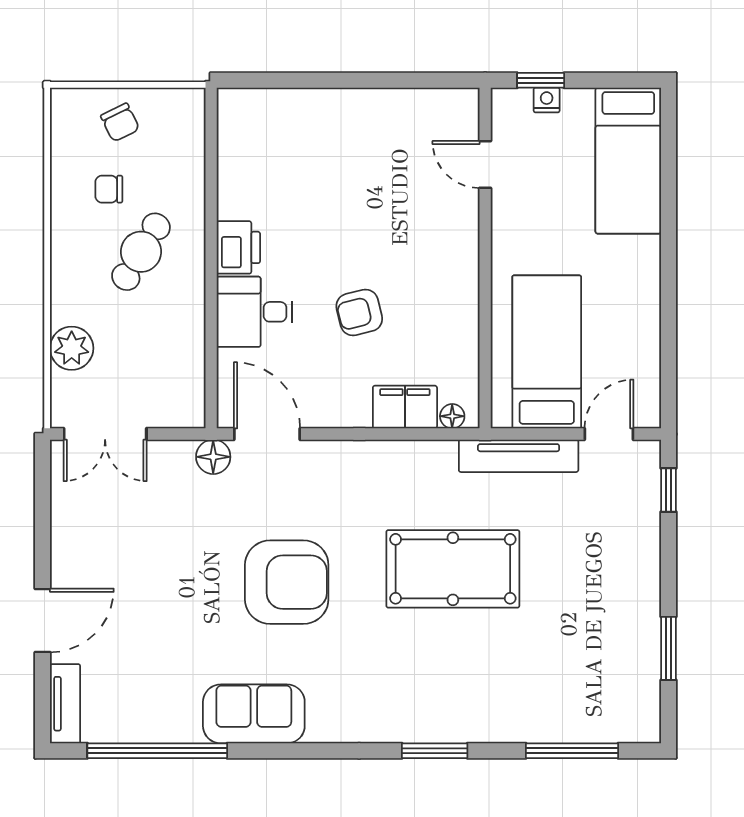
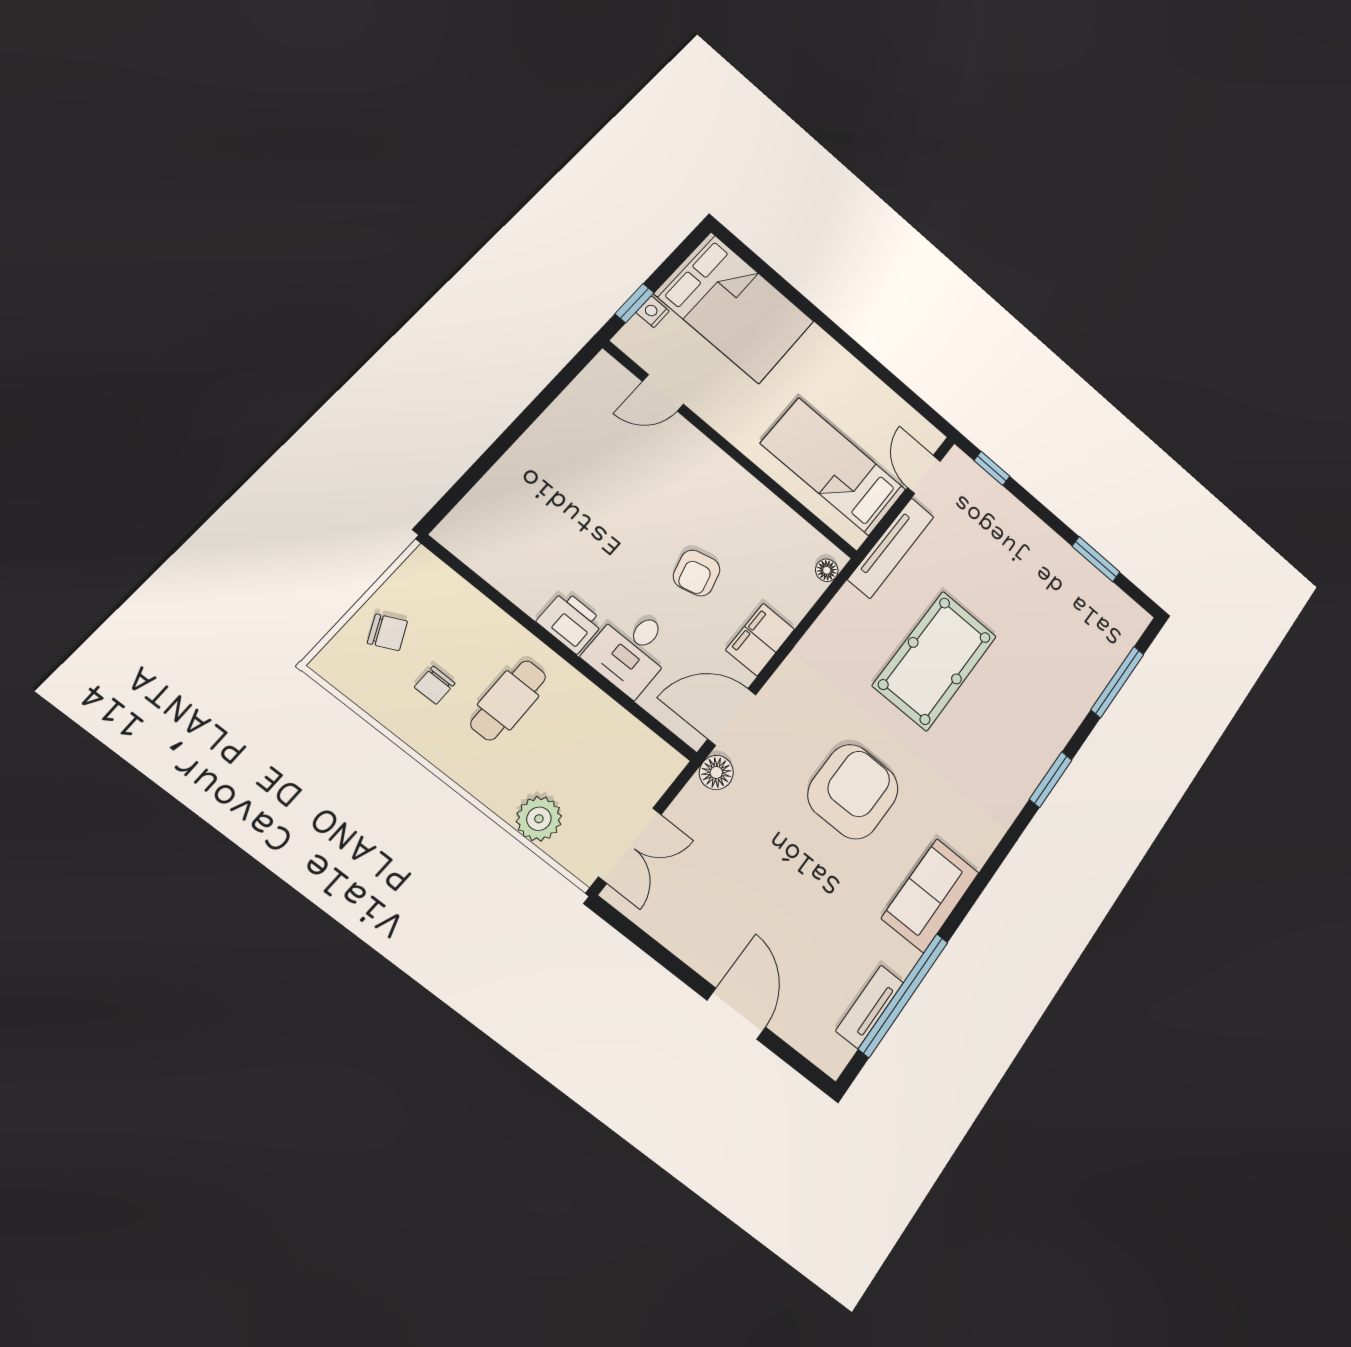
bed: (628, 161) -> (735, 308), width x1.50
cafe table: (141, 252) -> (508, 700), turned 59
filing cabinet: (405, 407) -> (760, 640), moved
tv unit: (65, 704) -> (870, 1007), moved, turned -90

